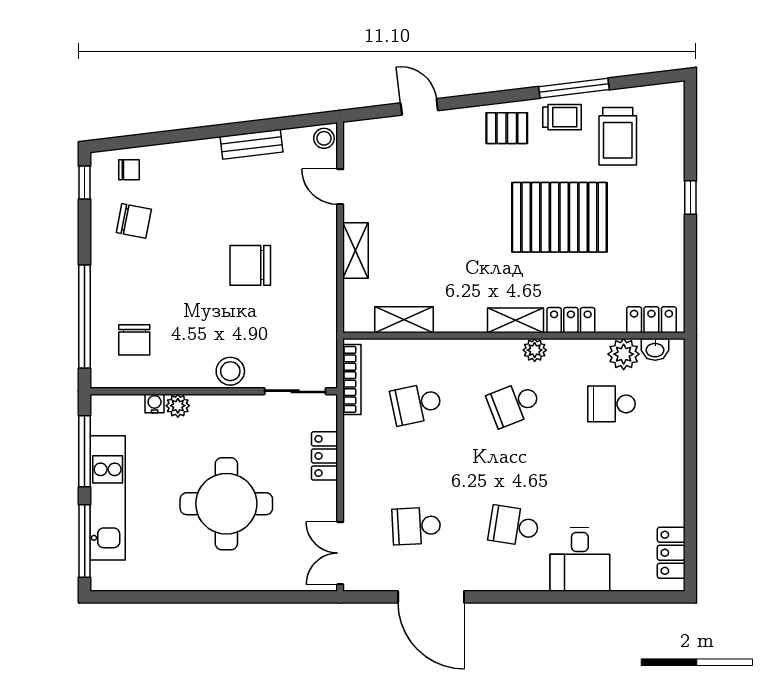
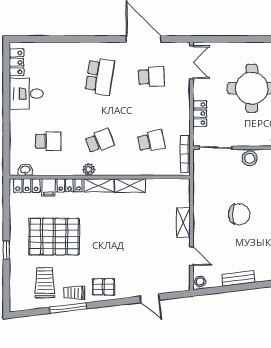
pallet: (559, 217) -> (54, 237), moved
filing cabinet: (611, 316) -> (48, 187), added
shelving: (404, 320) -> (130, 186), moved
plant: (624, 354) -> (42, 167), removed
school desk: (514, 526) -> (100, 77), width x1.85
desk: (580, 559) -> (26, 94), moved, turned -90

